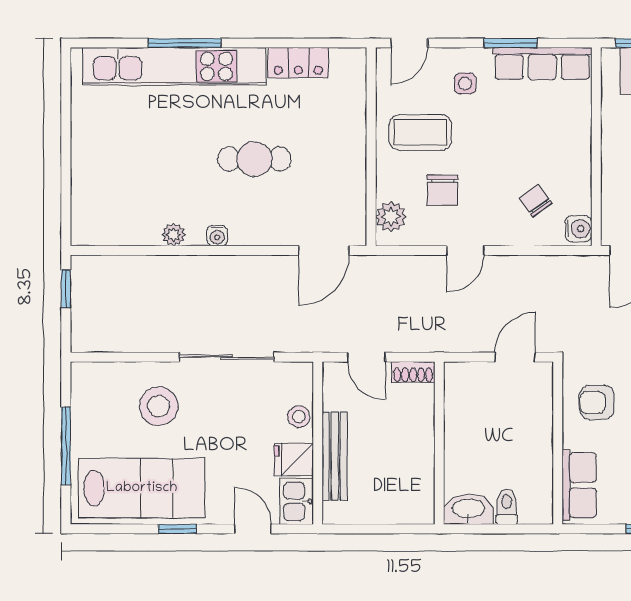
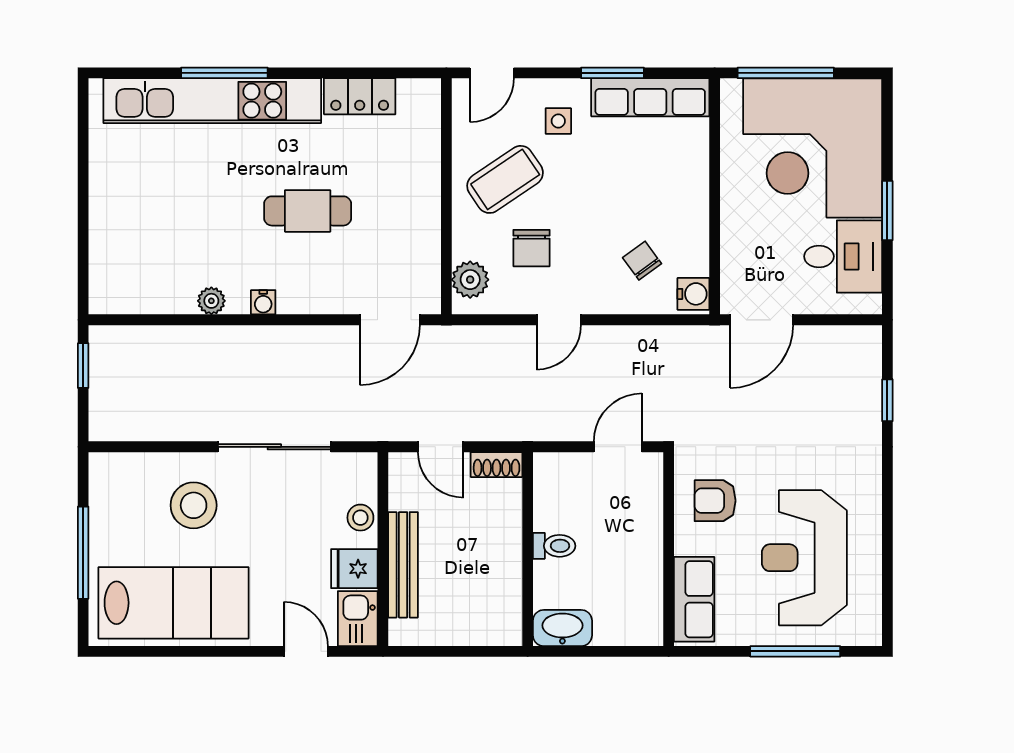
coffee table: (420, 133) -> (505, 179), turned -34
toilet: (507, 507) -> (554, 546), moved, turned 90
window: (177, 529) -> (216, 651), removed

